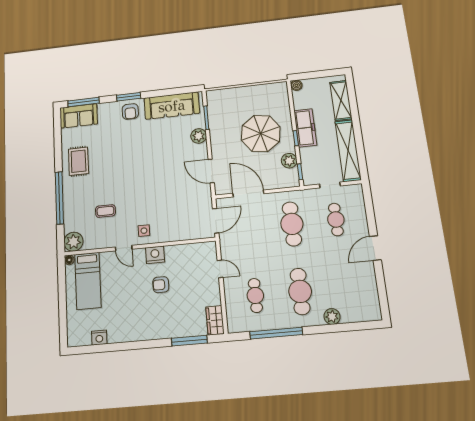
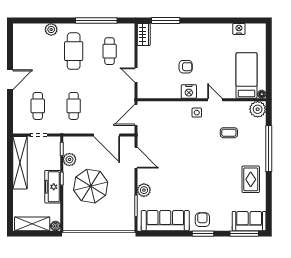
shelving: (341, 100) -> (32, 224), moved, turned 90
cafe table: (292, 224) -> (74, 106), width x0.73, depth x0.74

